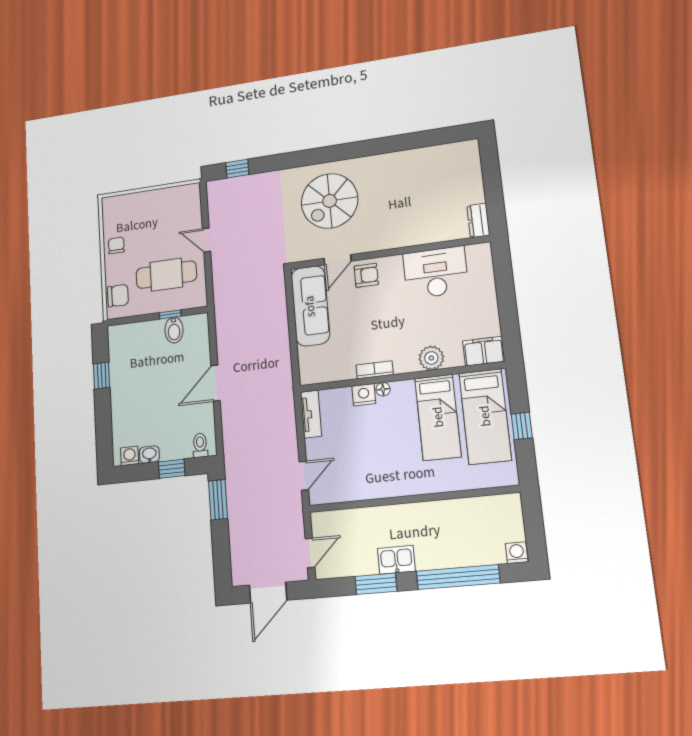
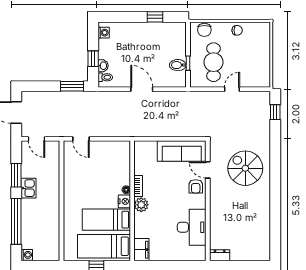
plant: (431, 358) -> (141, 205), moved
nightstand: (364, 395) -> (124, 201), moved
tv unit: (311, 414) -> (116, 146), removed
washbasin: (149, 455) -> (103, 66), moved

